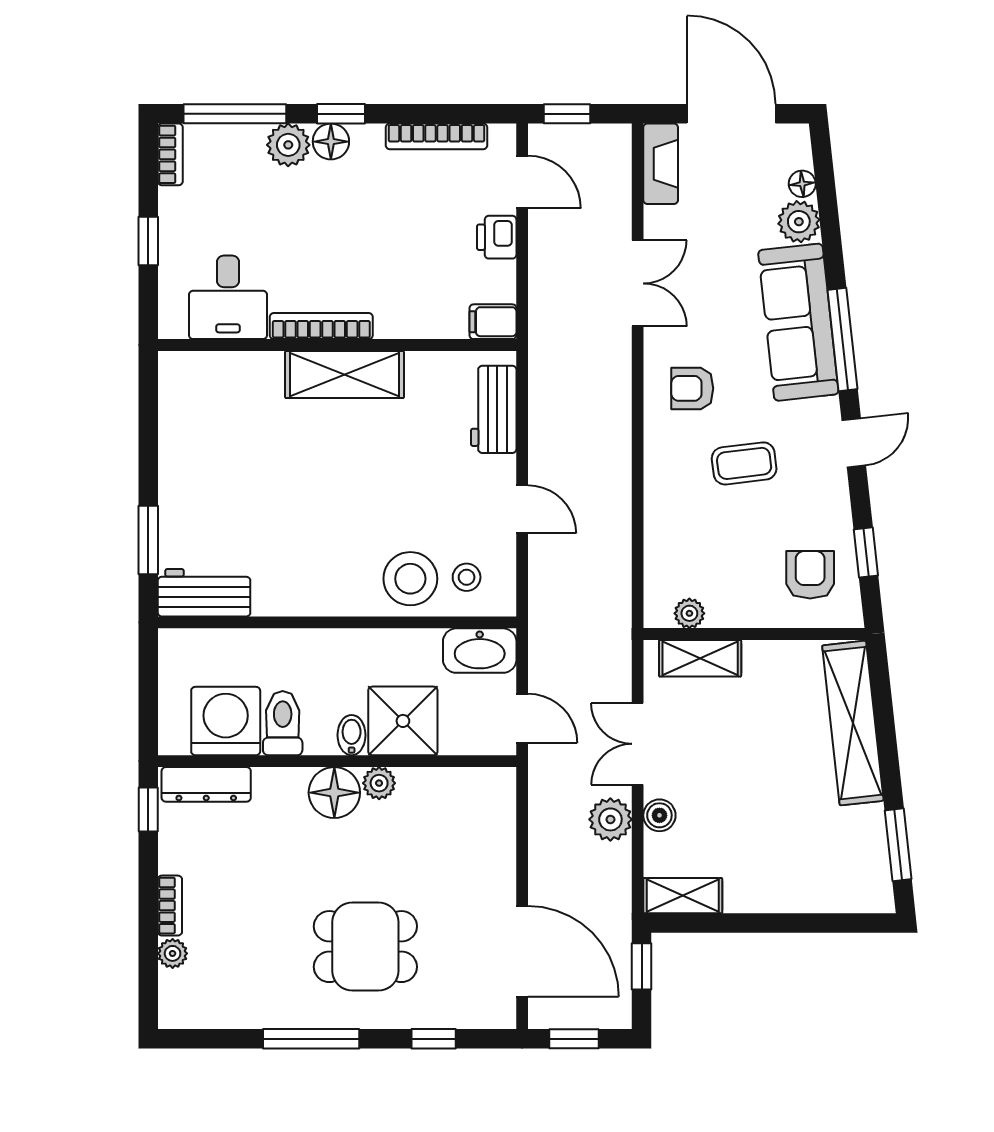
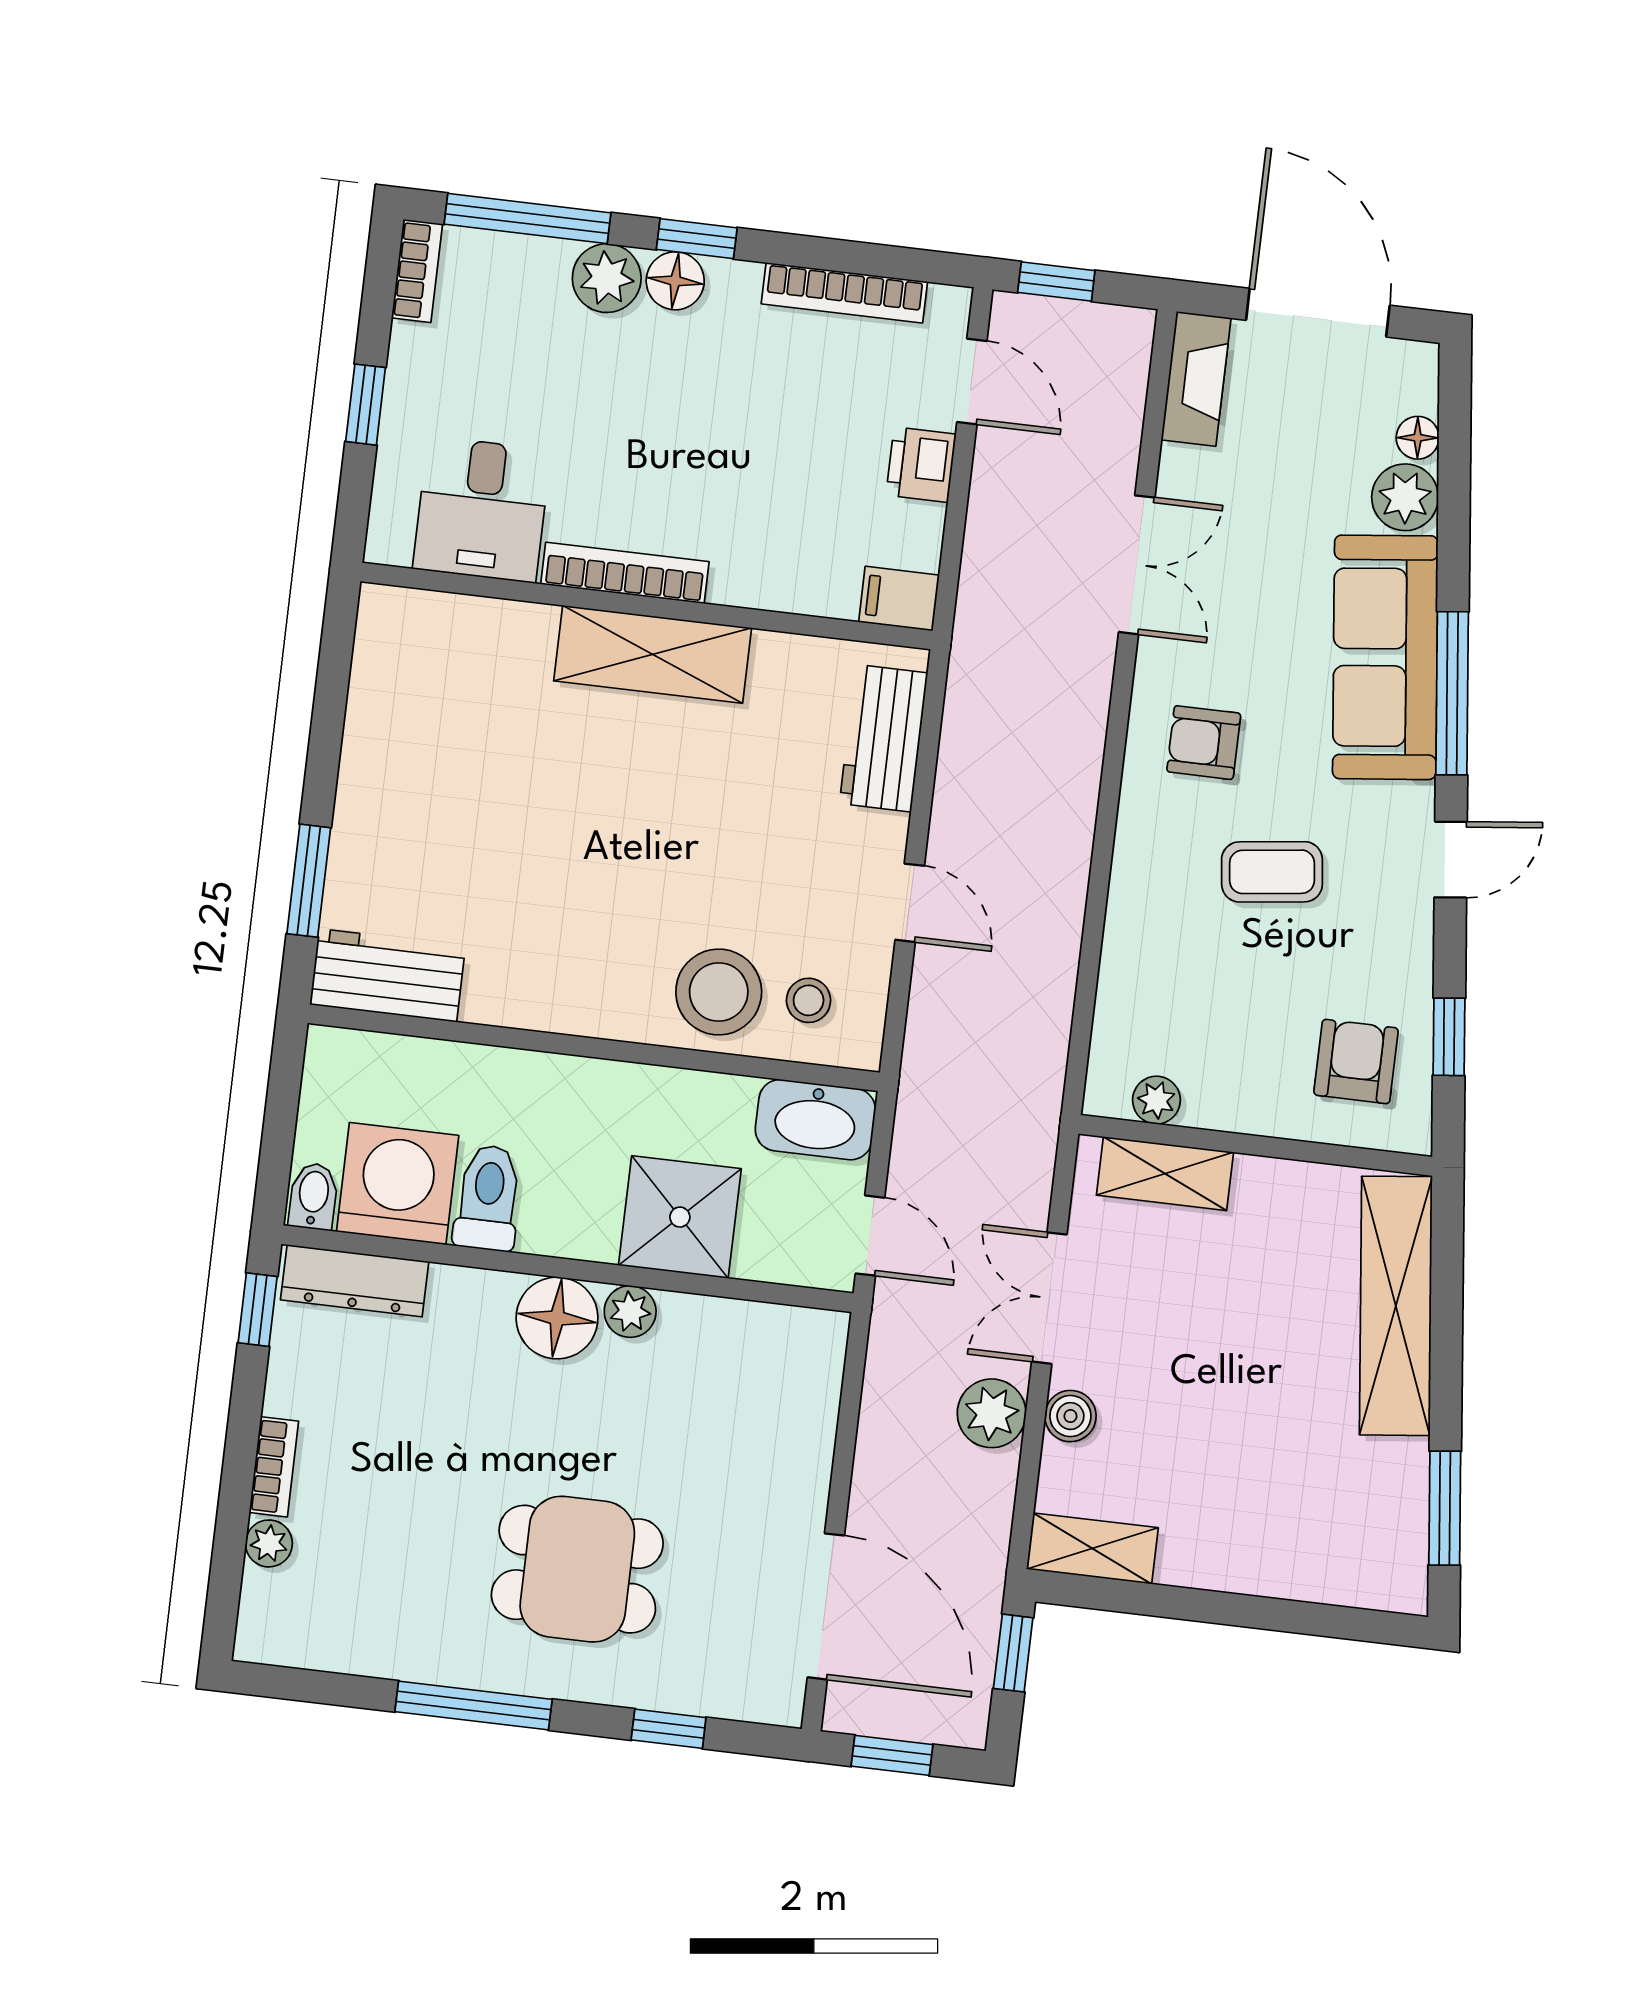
bidet: (352, 735) -> (313, 1196), moved

